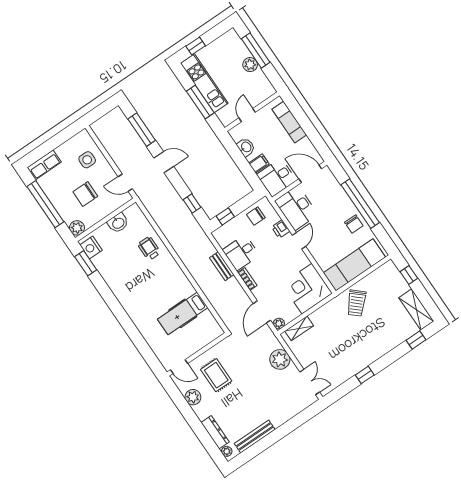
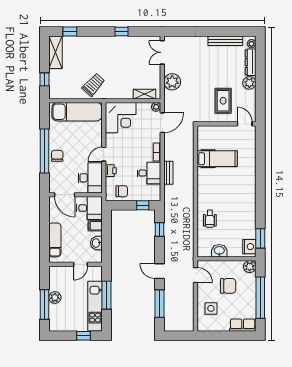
chair: (354, 224) -> (57, 156), moved
plant: (193, 397) -> (249, 83), moved

